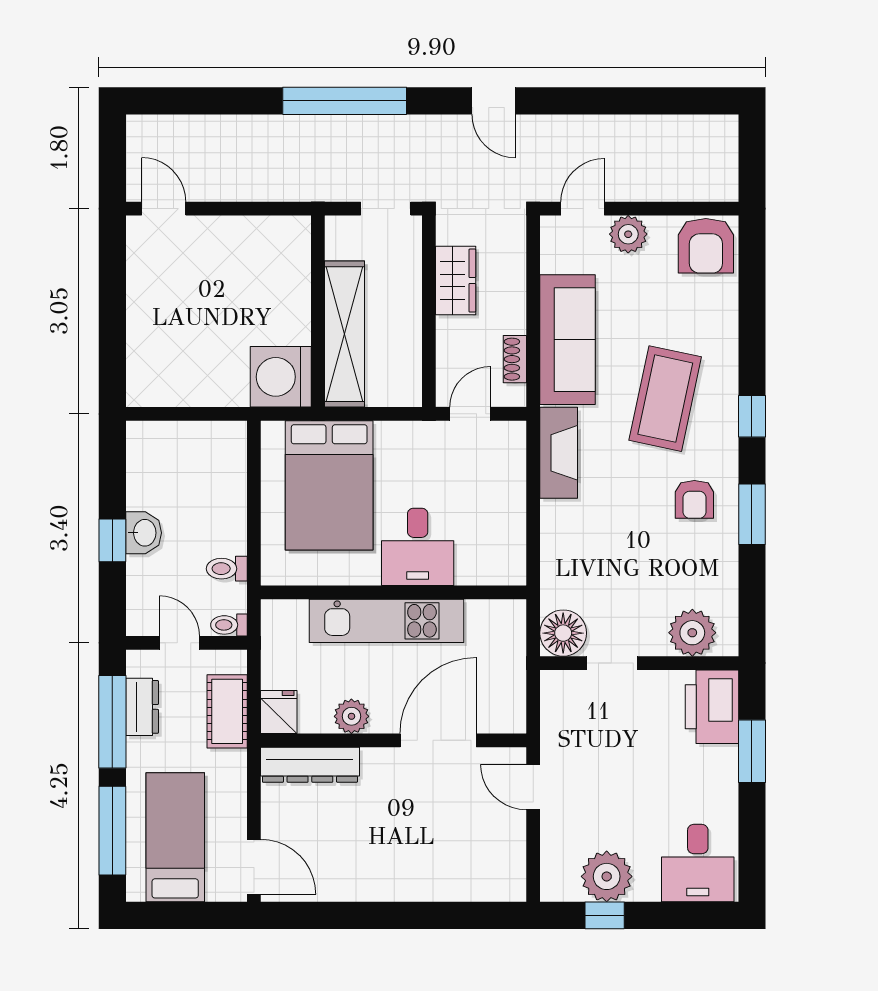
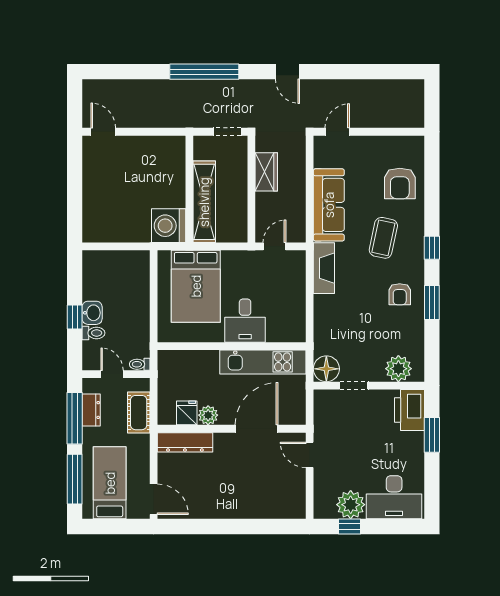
plant: (628, 234) -> (363, 146), removed
armchair: (706, 246) -> (400, 183), moved
shoe rack: (515, 359) -> (299, 216), removed
coffee table: (665, 399) -> (383, 238), width x0.73, depth x0.76
toilet: (227, 569) -> (94, 333), moved, turned 180
kitchen unit: (387, 621) -> (263, 362), moved
fridge: (279, 712) -> (187, 413), moved
desk: (698, 863) -> (394, 497), width x1.37

